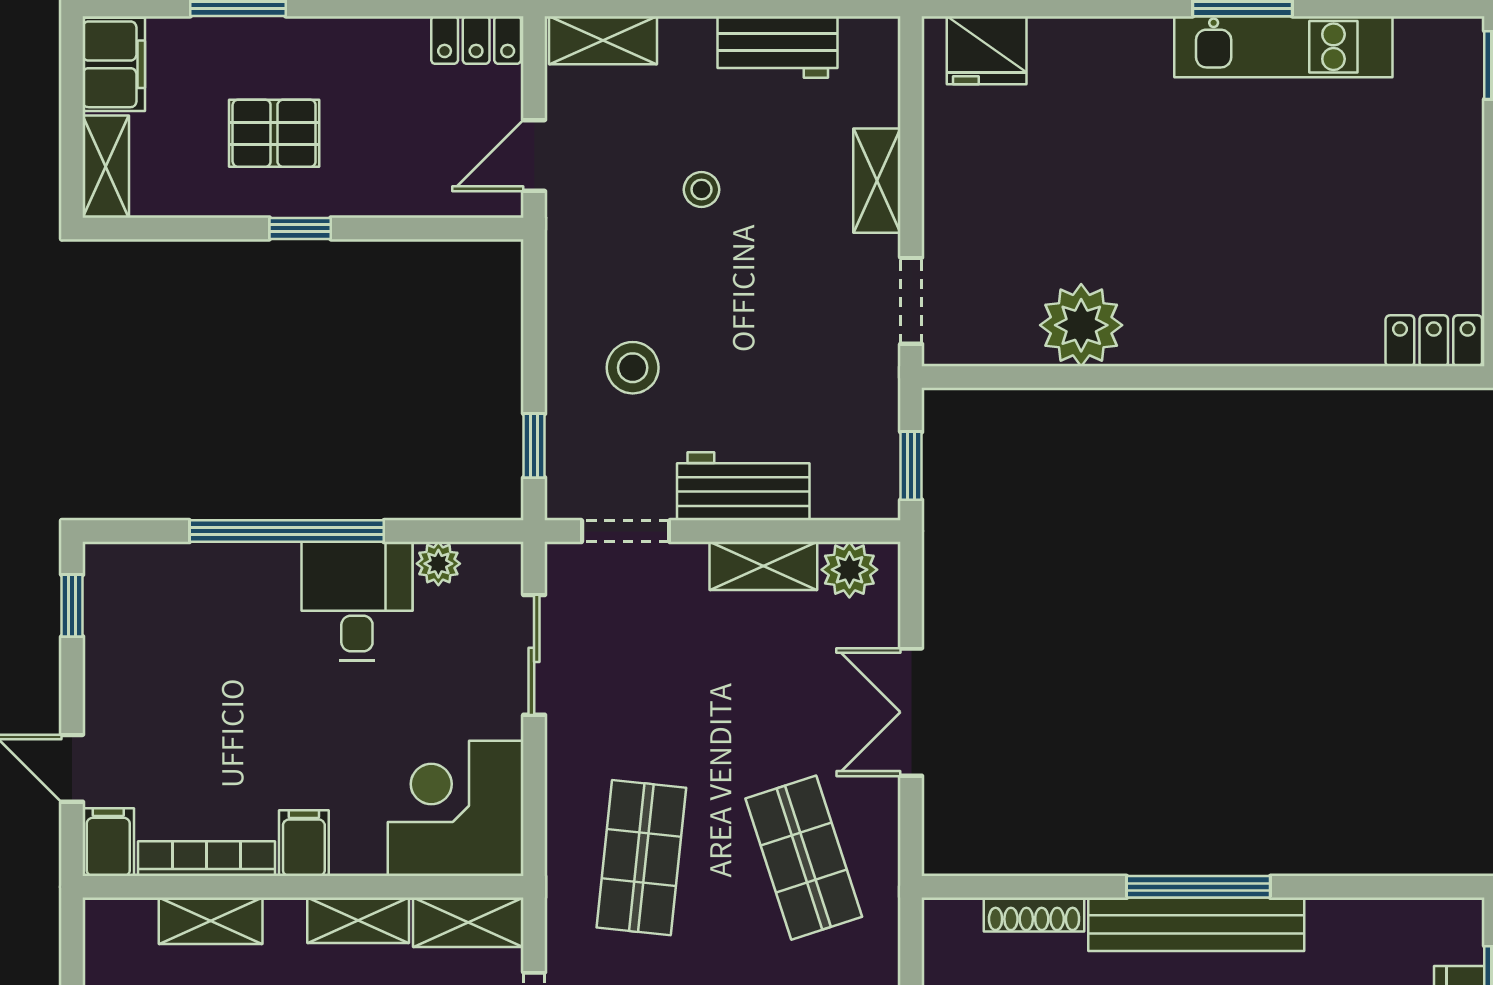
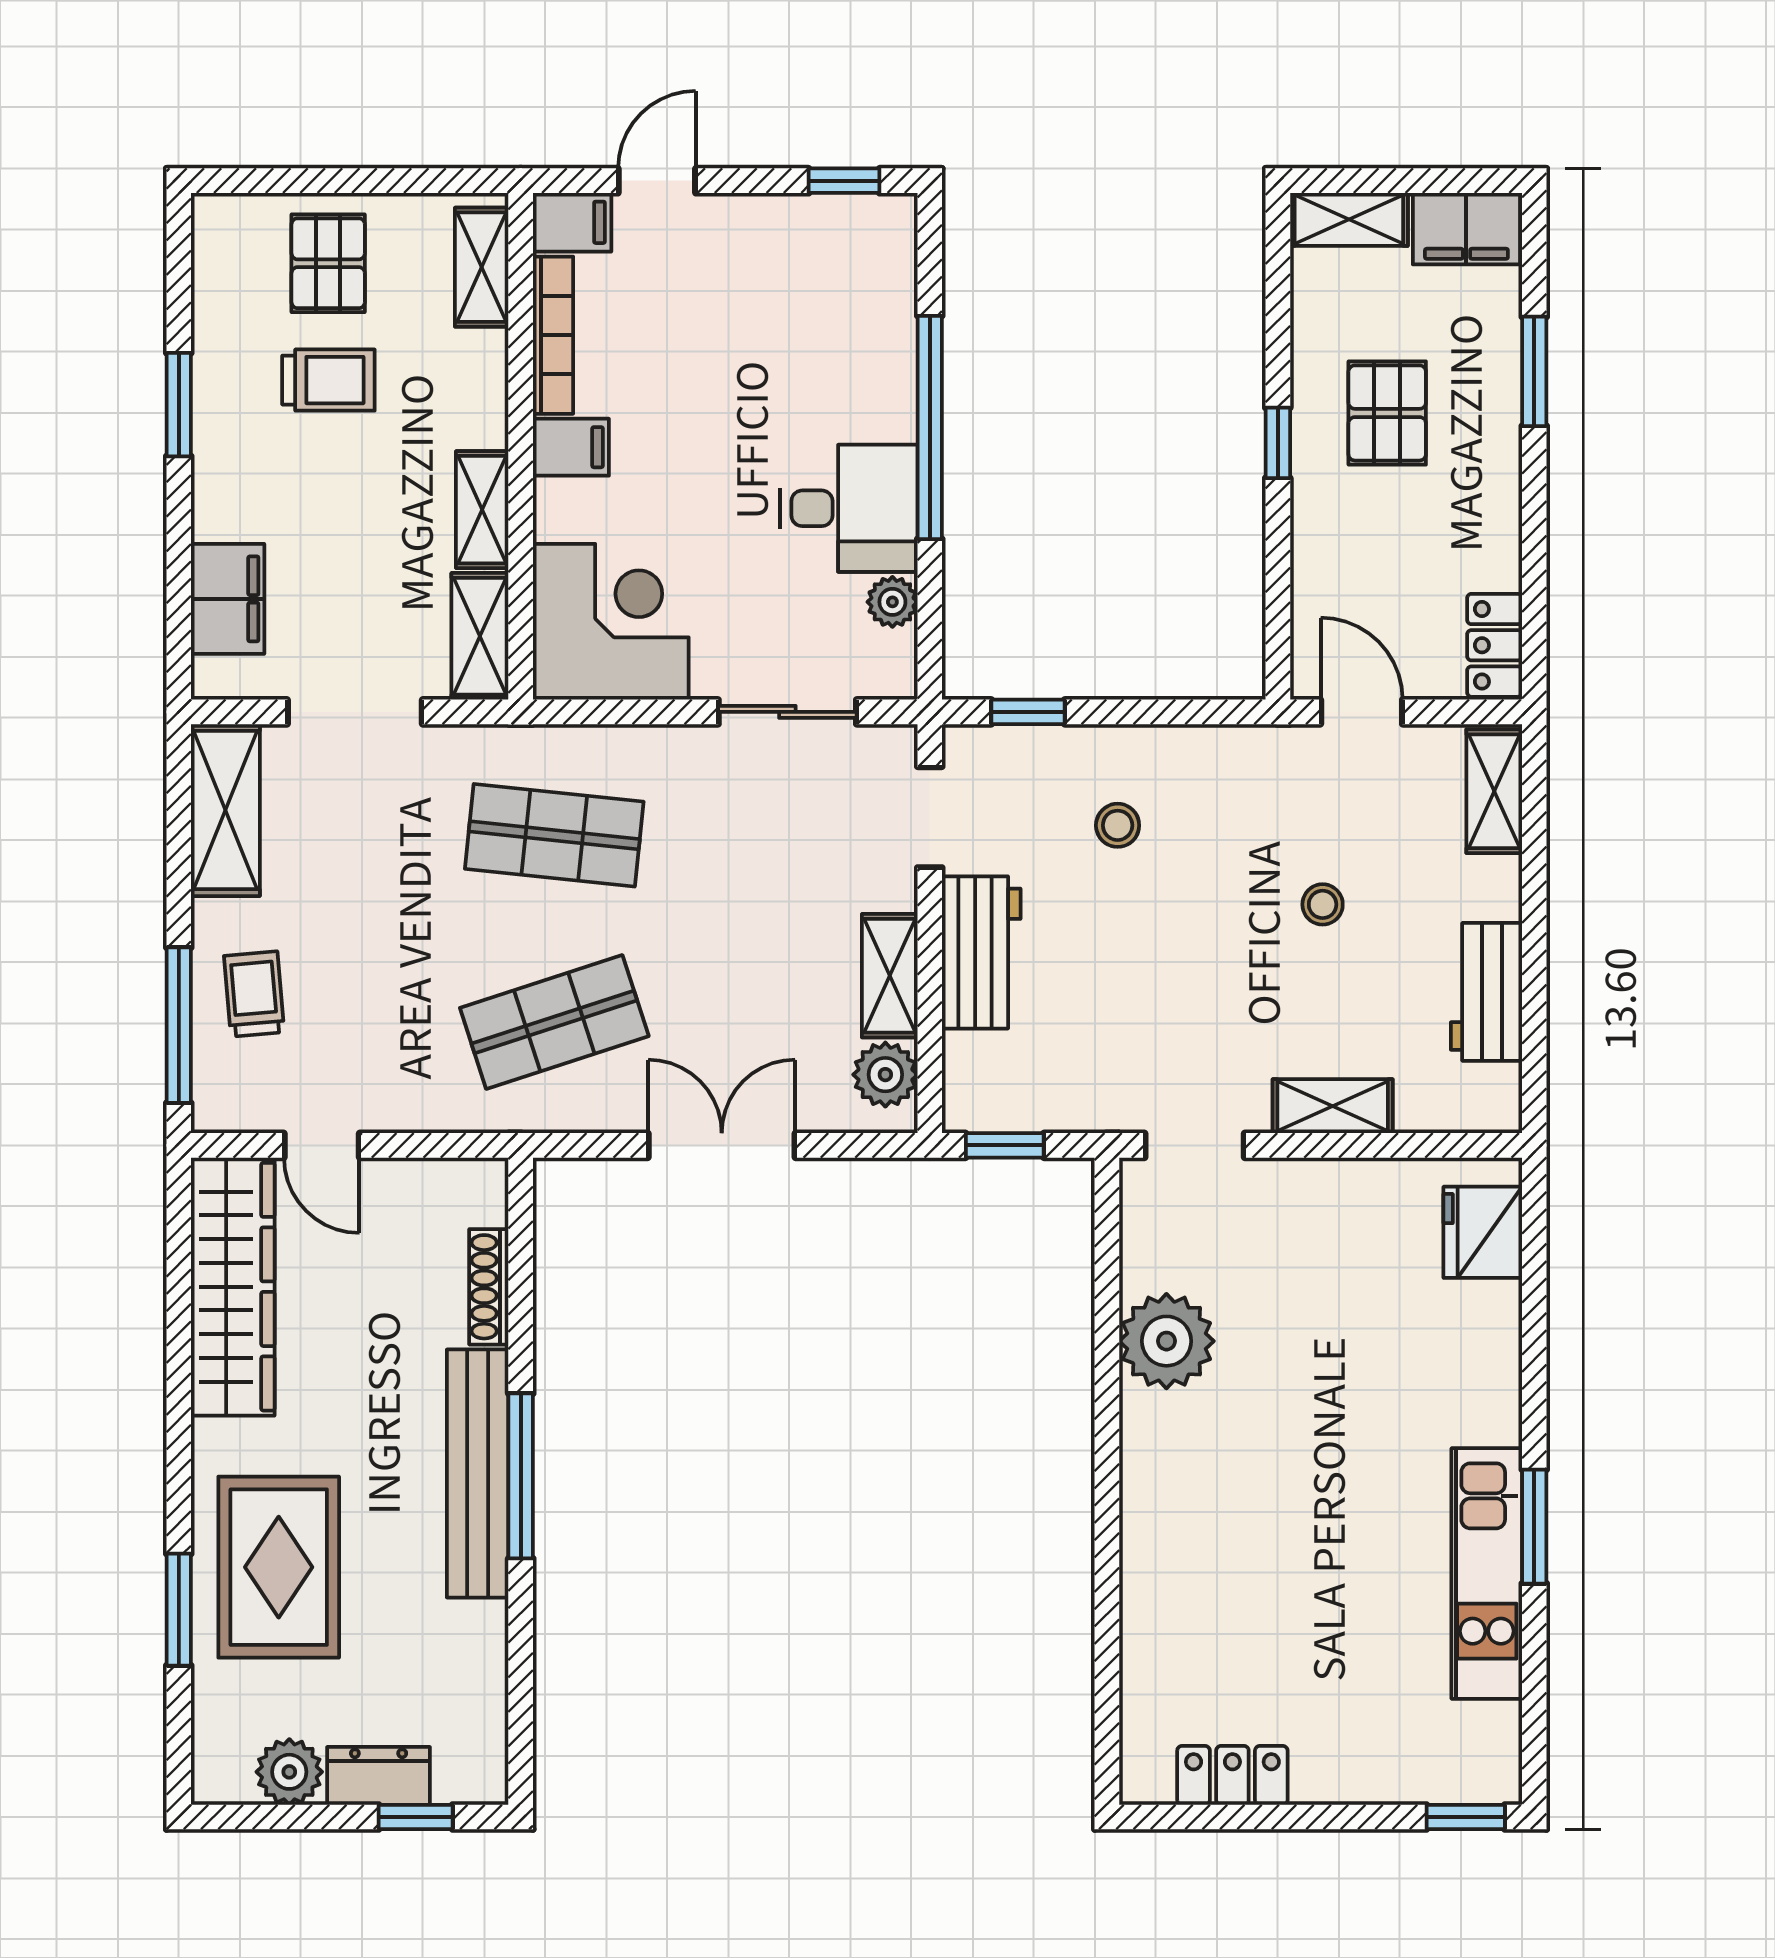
locker: (1434, 341) -> (1232, 1775), moved, turned -90
stool: (633, 368) -> (1118, 825), width x0.73, depth x0.73
shelving: (211, 921) -> (482, 267), moved

